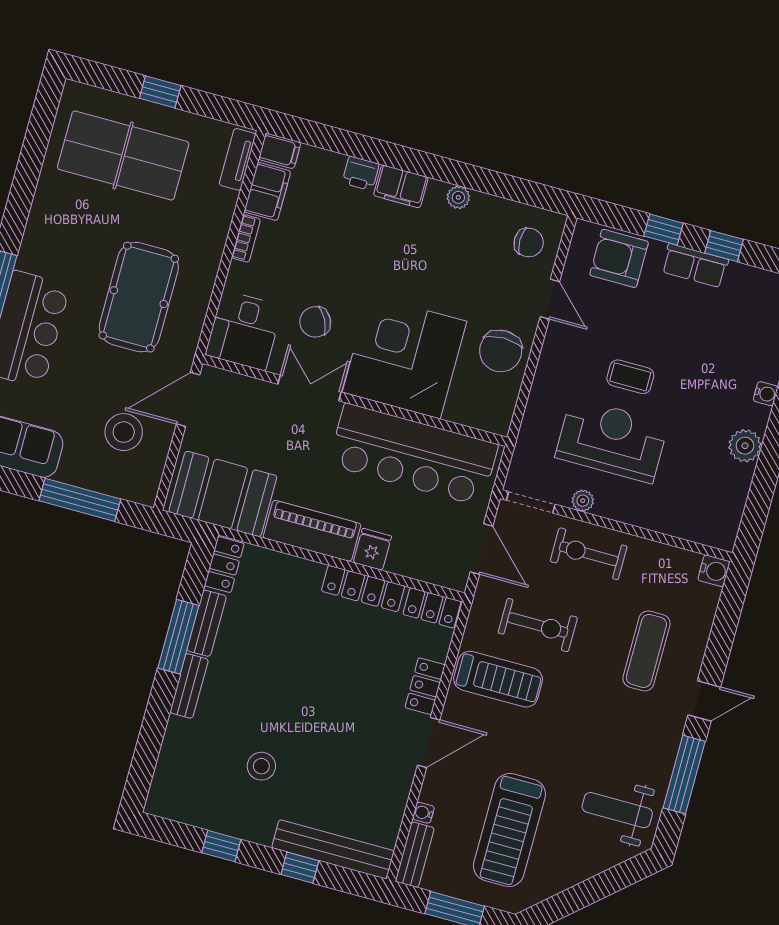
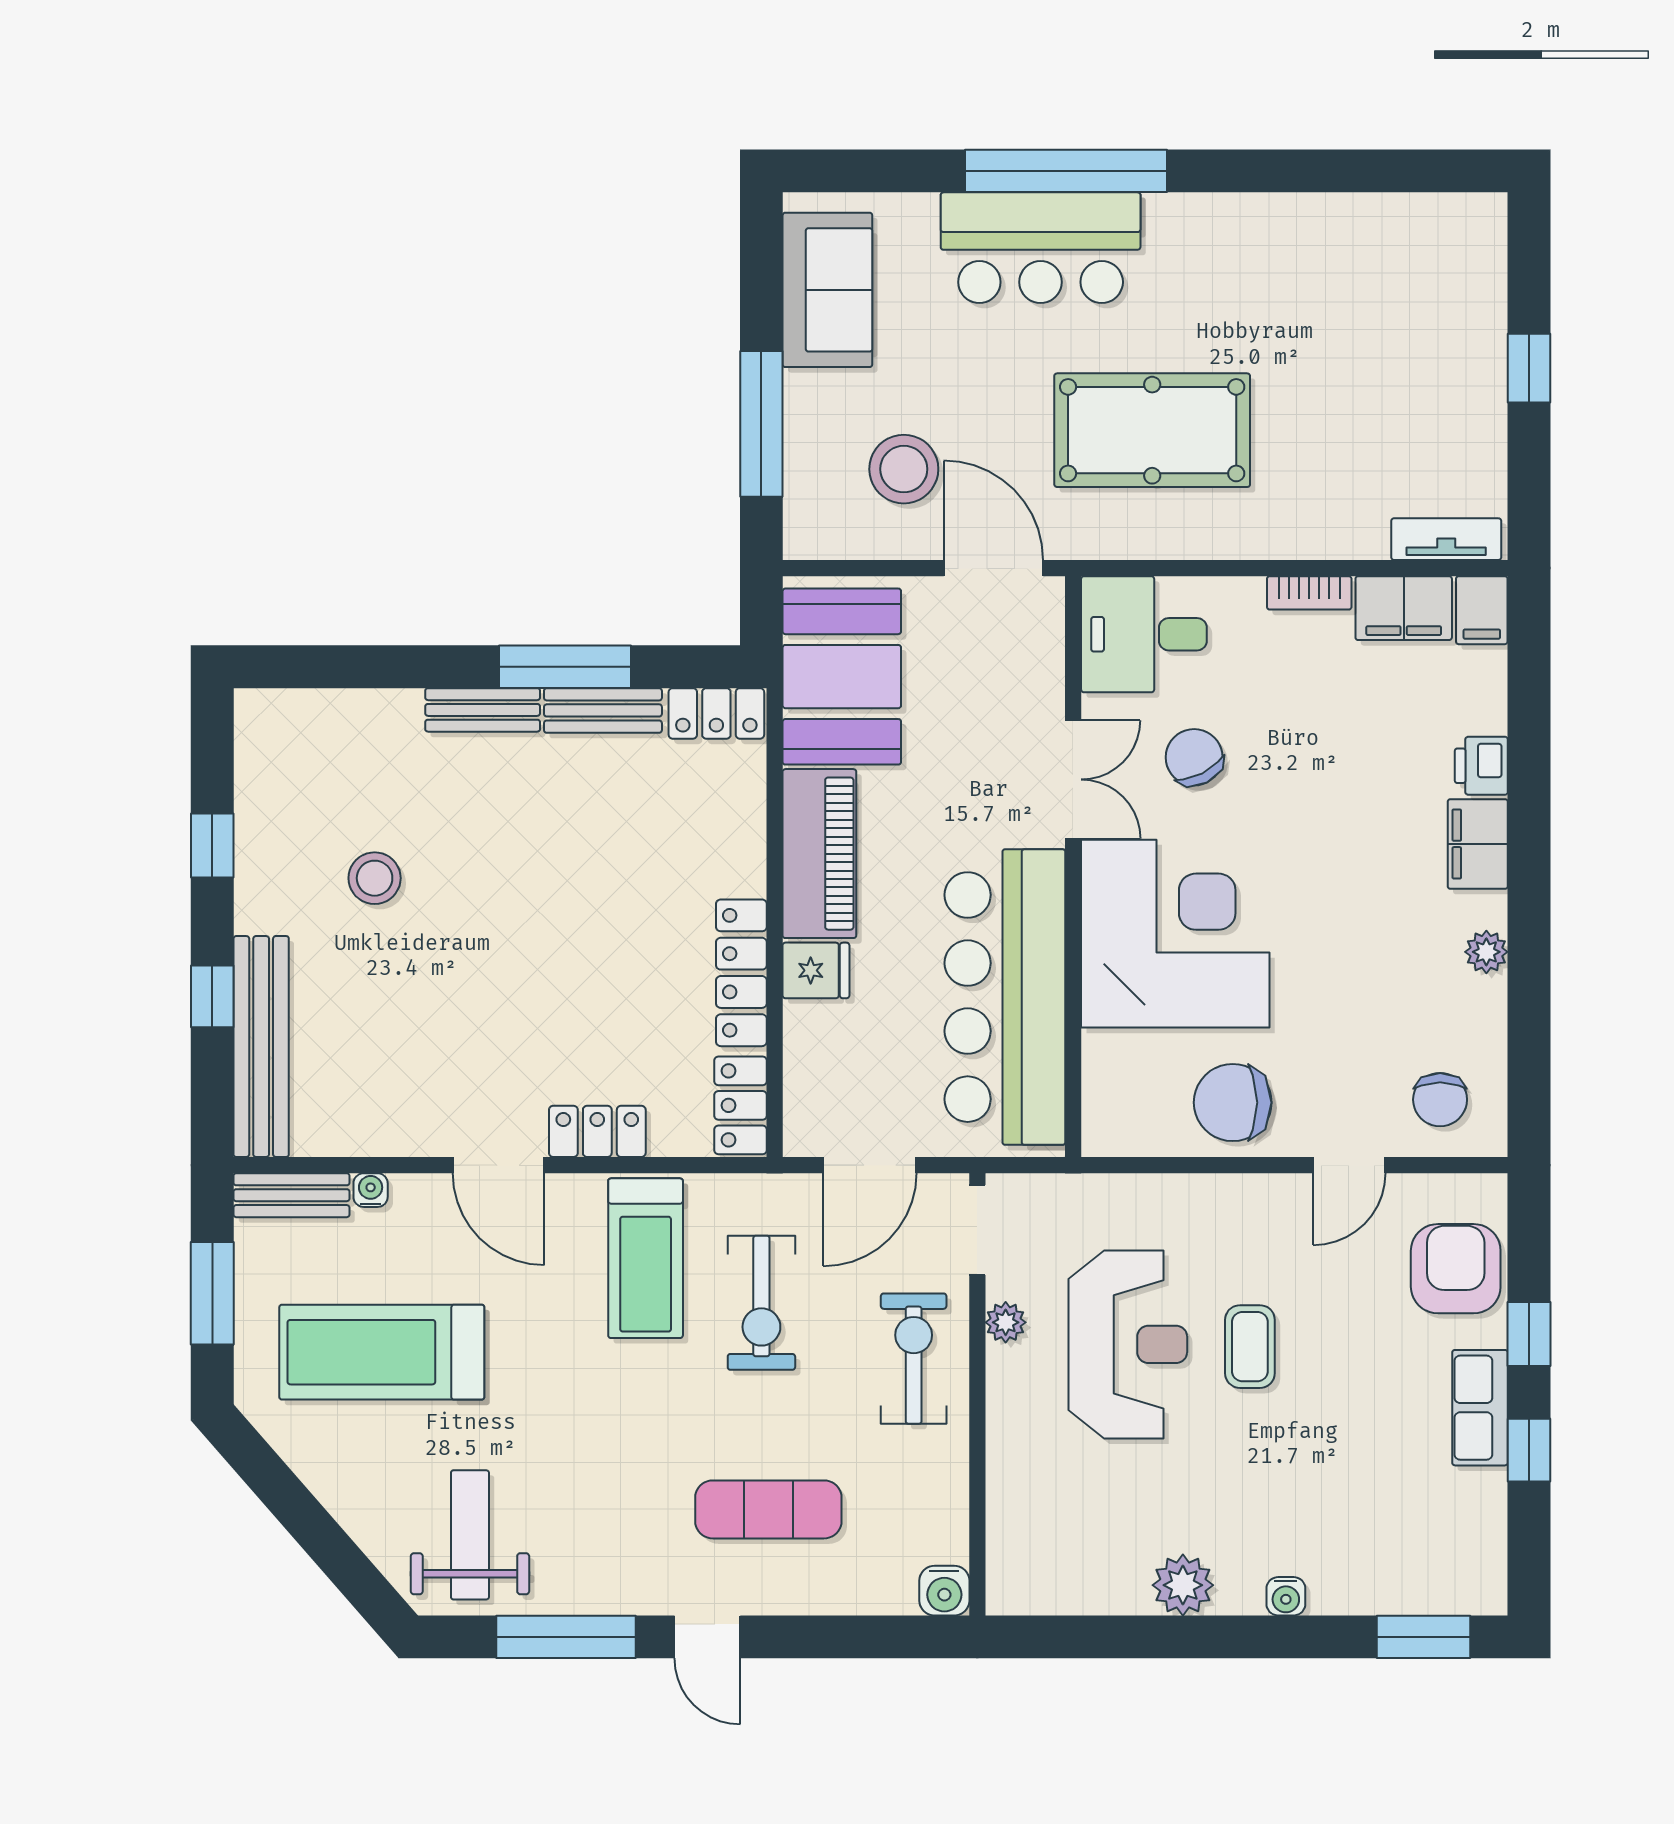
table tennis table: (123, 155) -> (1397, 333), removed

